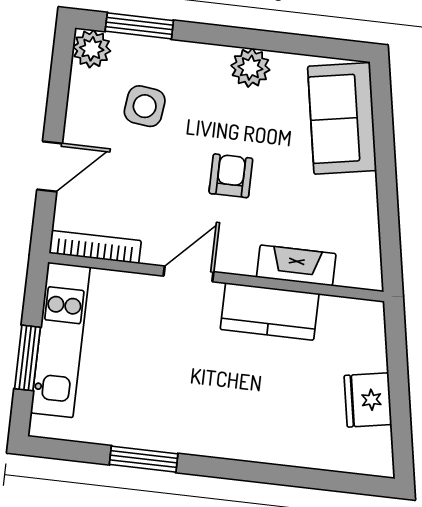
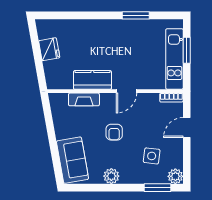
bookcase: (95, 247) -> (171, 98), width x0.64

